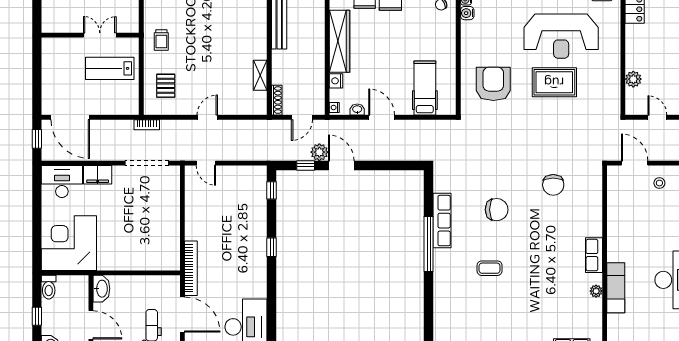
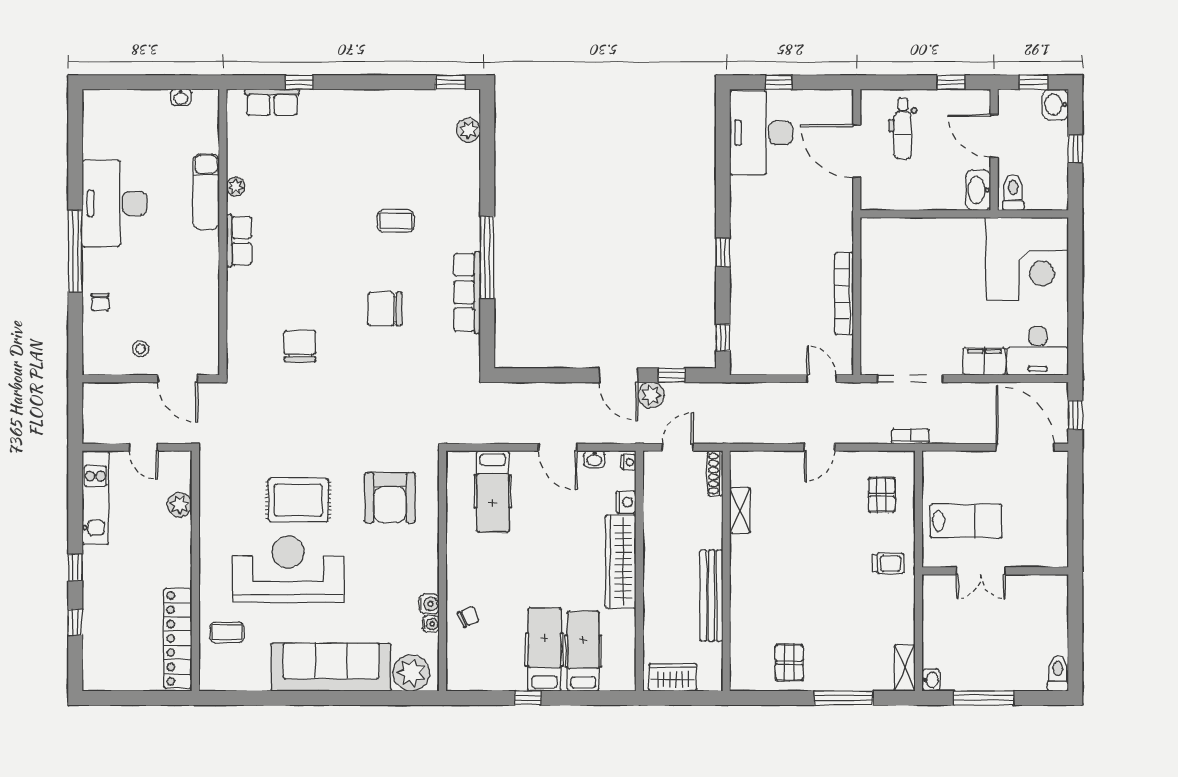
trolley: (161, 40) -> (888, 563), turned 90
bookcase: (191, 268) -> (844, 294), moved
toilet: (49, 287) -> (1013, 192), moved
plant: (441, 329) -> (468, 130), added

